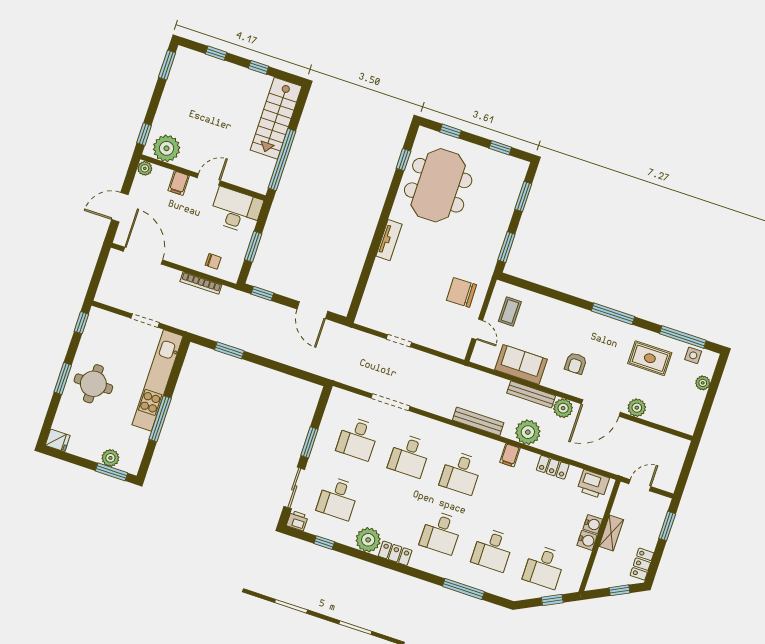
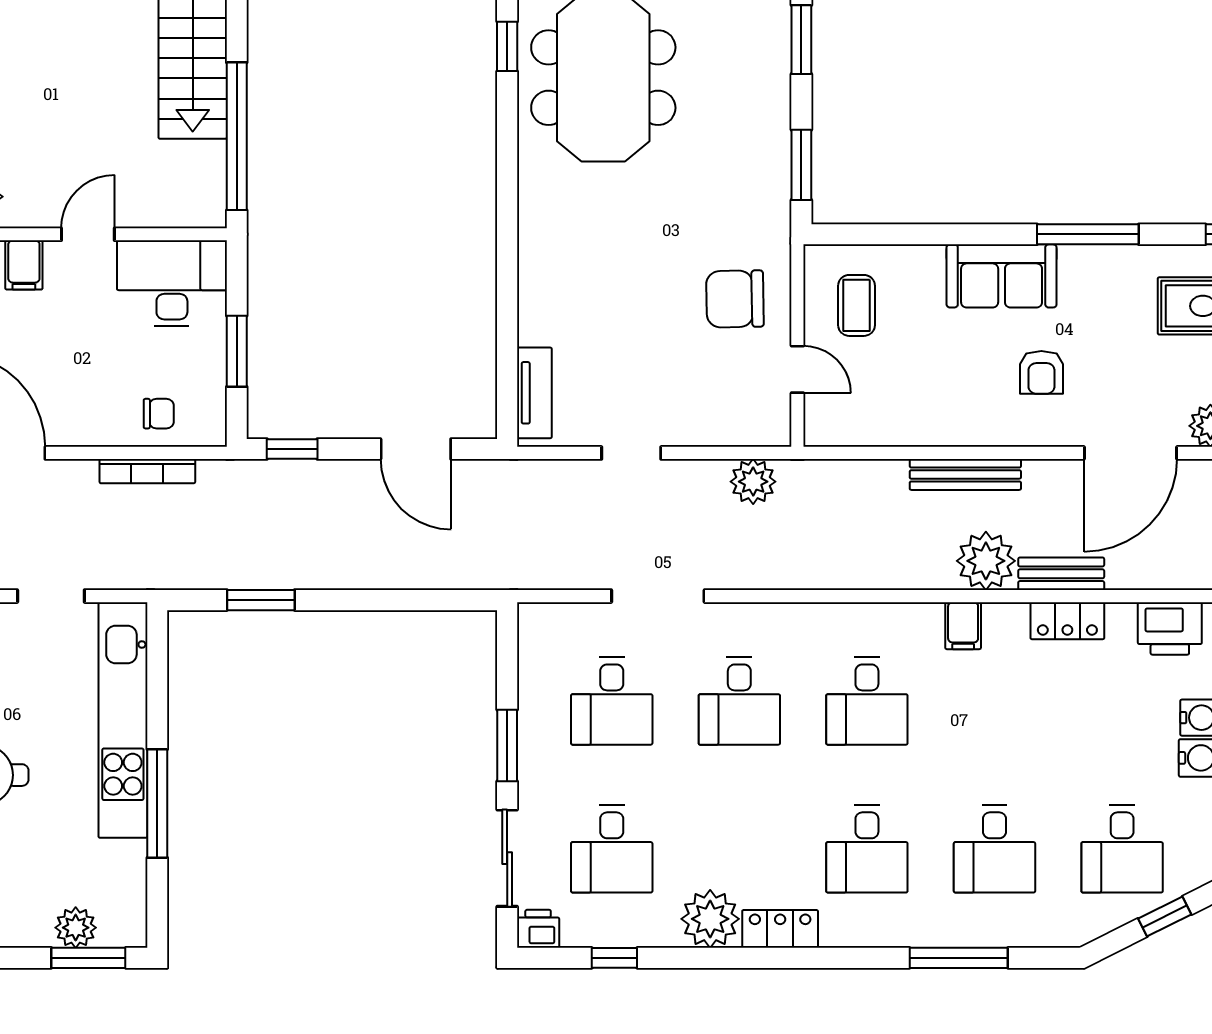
tv unit: (389, 240) -> (534, 393), moved
sofa: (521, 364) -> (1002, 276), moved, turned 180
plant: (563, 408) -> (753, 482), moved
bench: (478, 421) -> (1061, 574), moved, width x0.73

